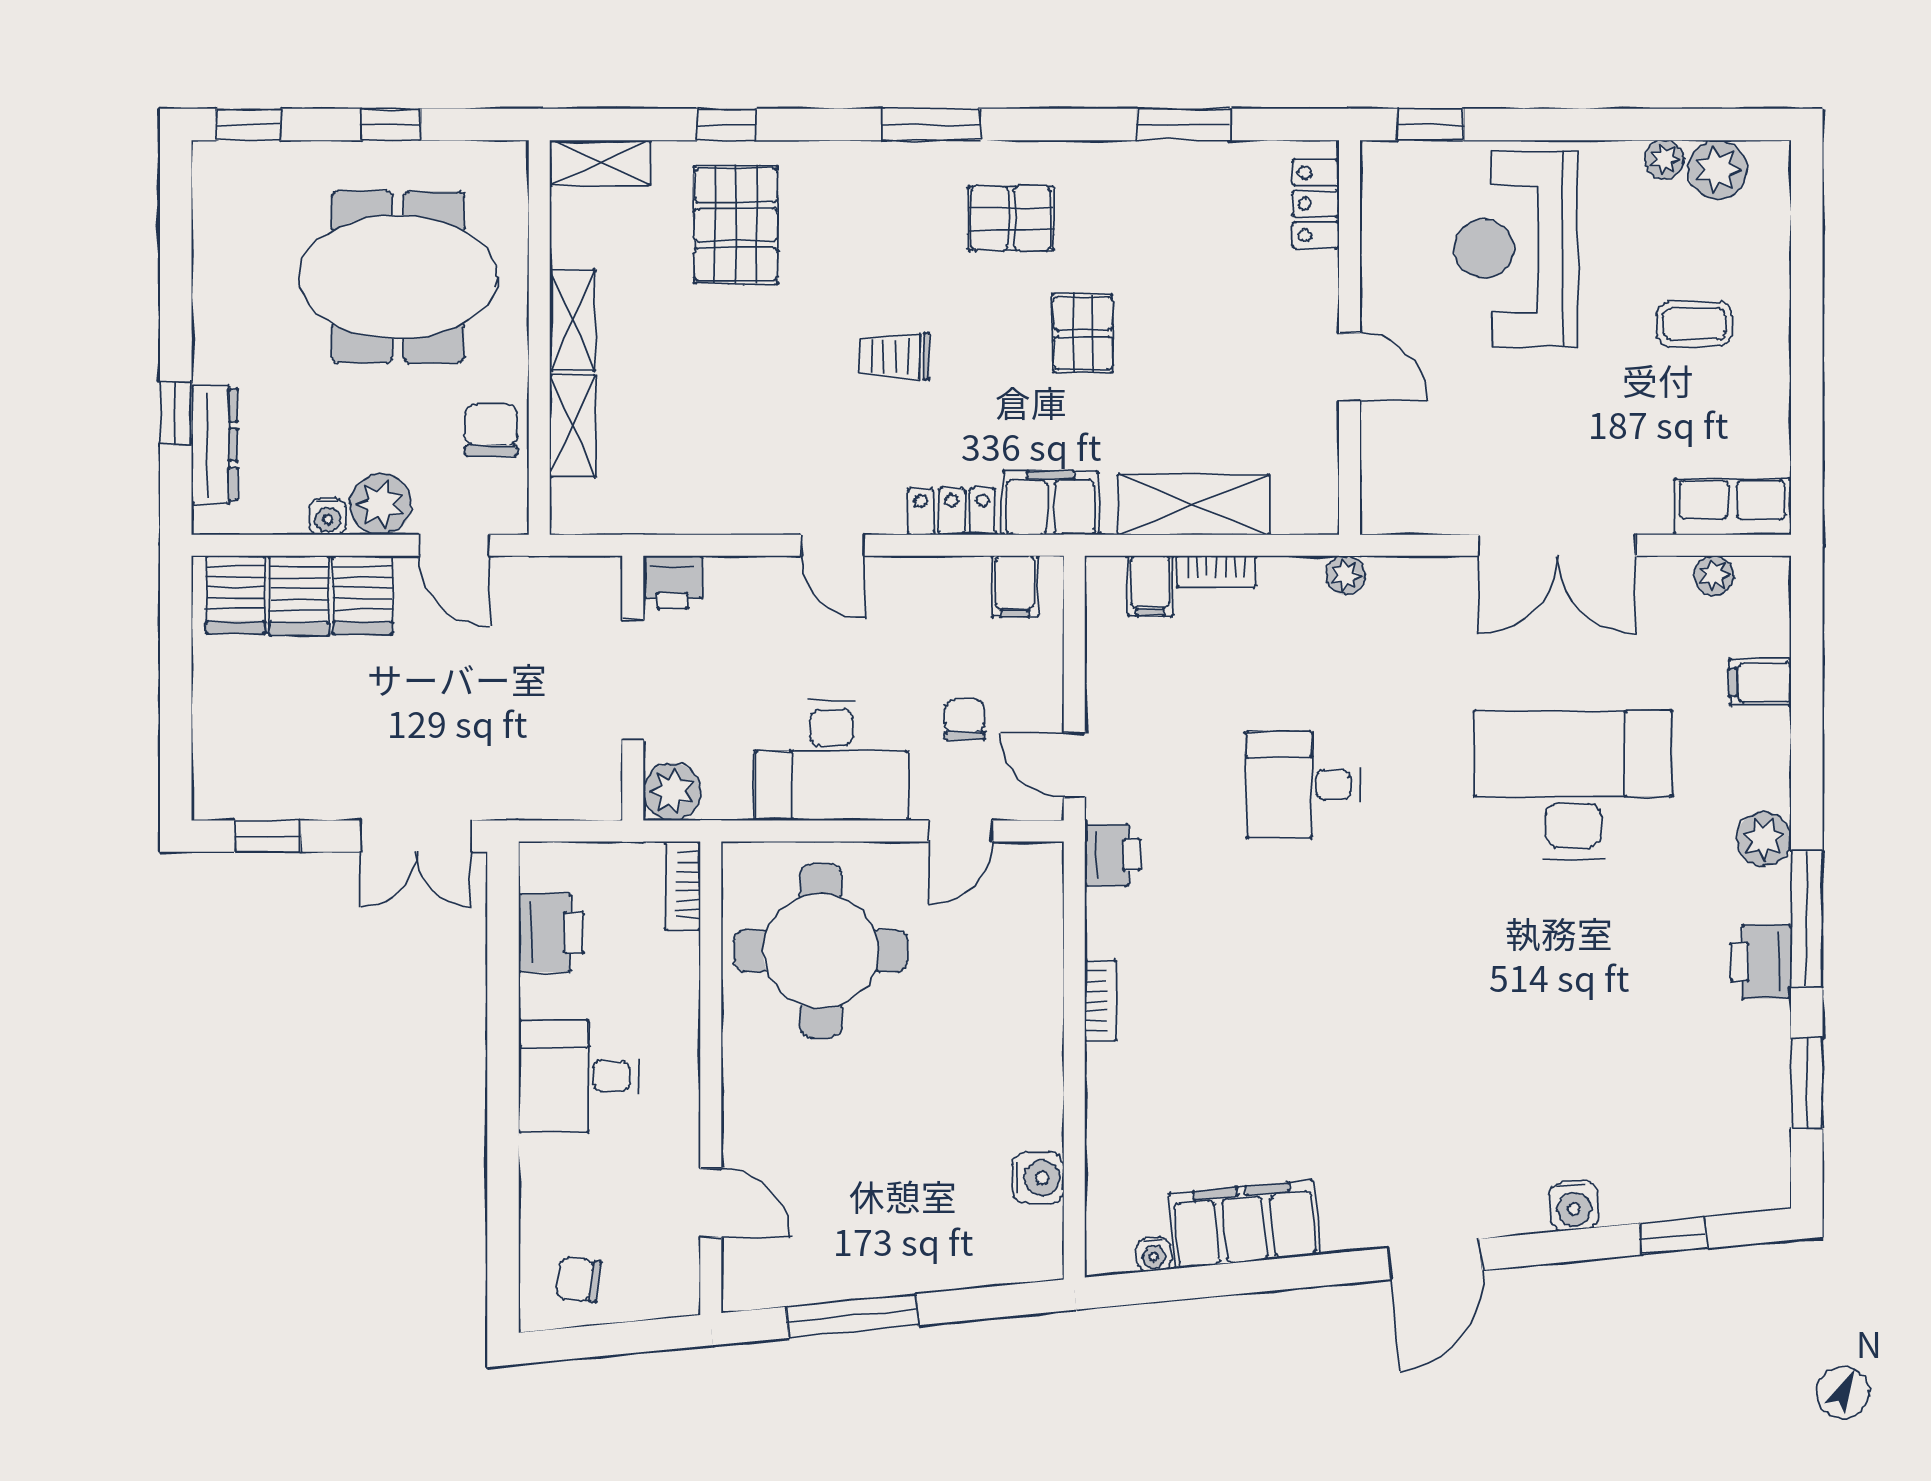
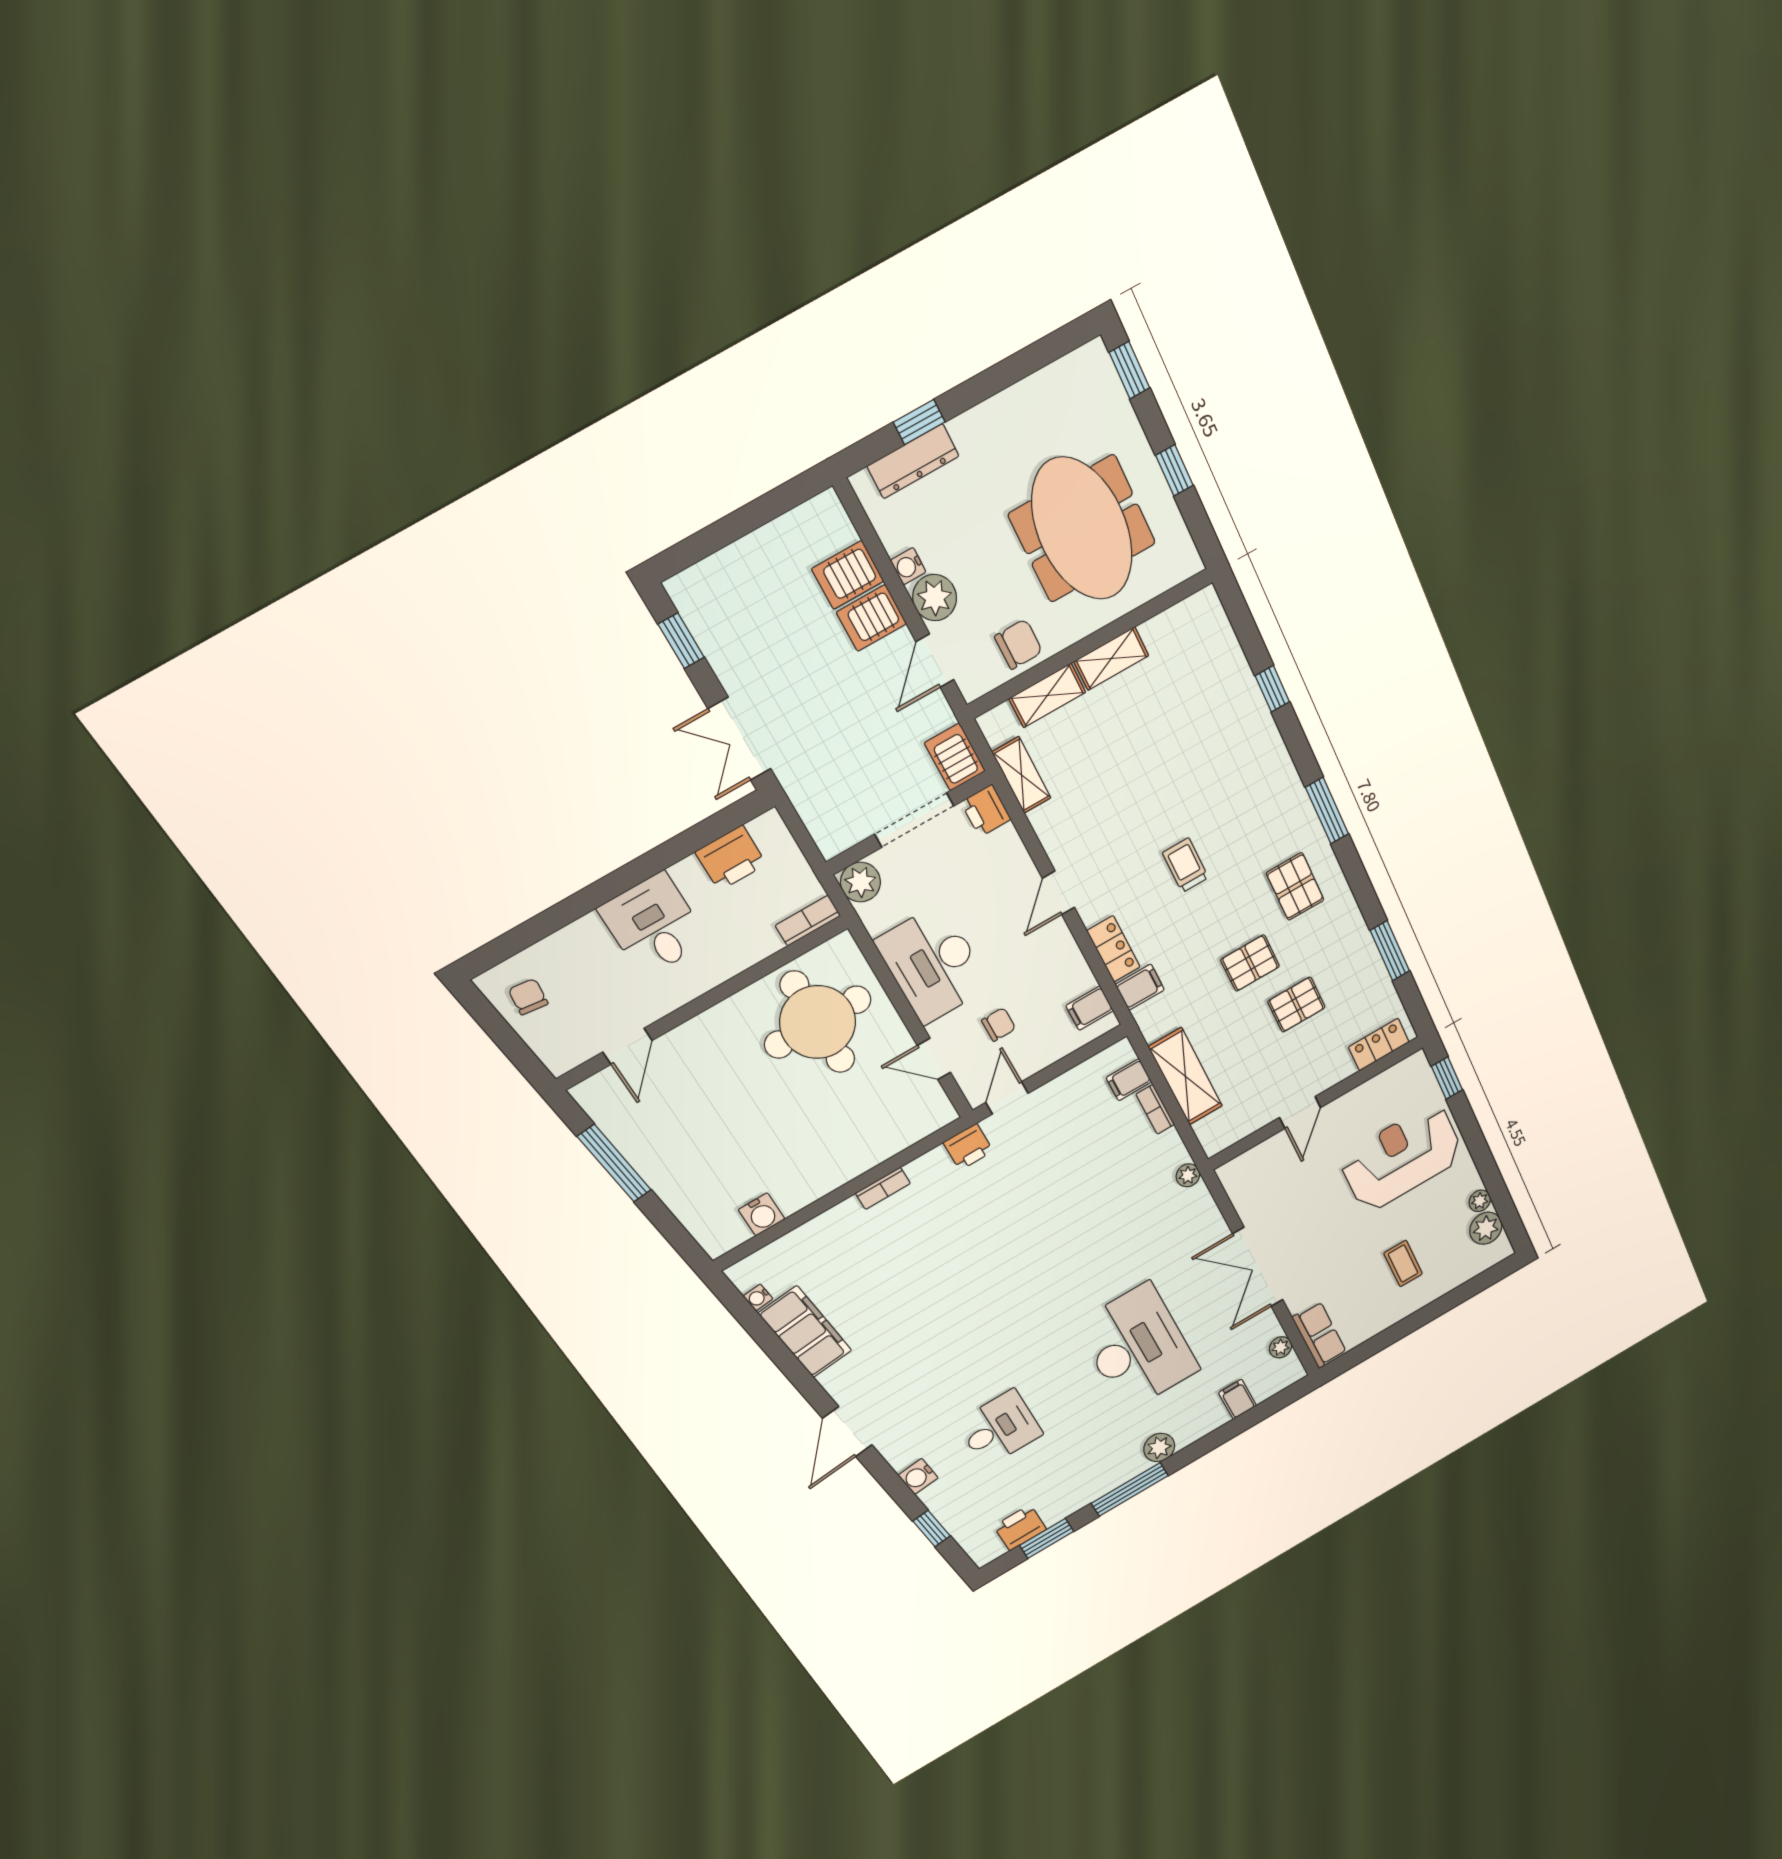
shelving: (600, 163) -> (1021, 775), moved
pallet: (736, 225) -> (1296, 1005), moved, width x0.67, depth x0.71
filing cabinet: (1050, 503) -> (1140, 987), width x0.50
server rack: (236, 594) -> (955, 757), moved, turned 90
desk: (1303, 785) -> (1000, 1428), moved, turned 90
printer: (1761, 962) -> (1020, 1528), moved
door: (1435, 1259) -> (847, 1432), hinge flipped

